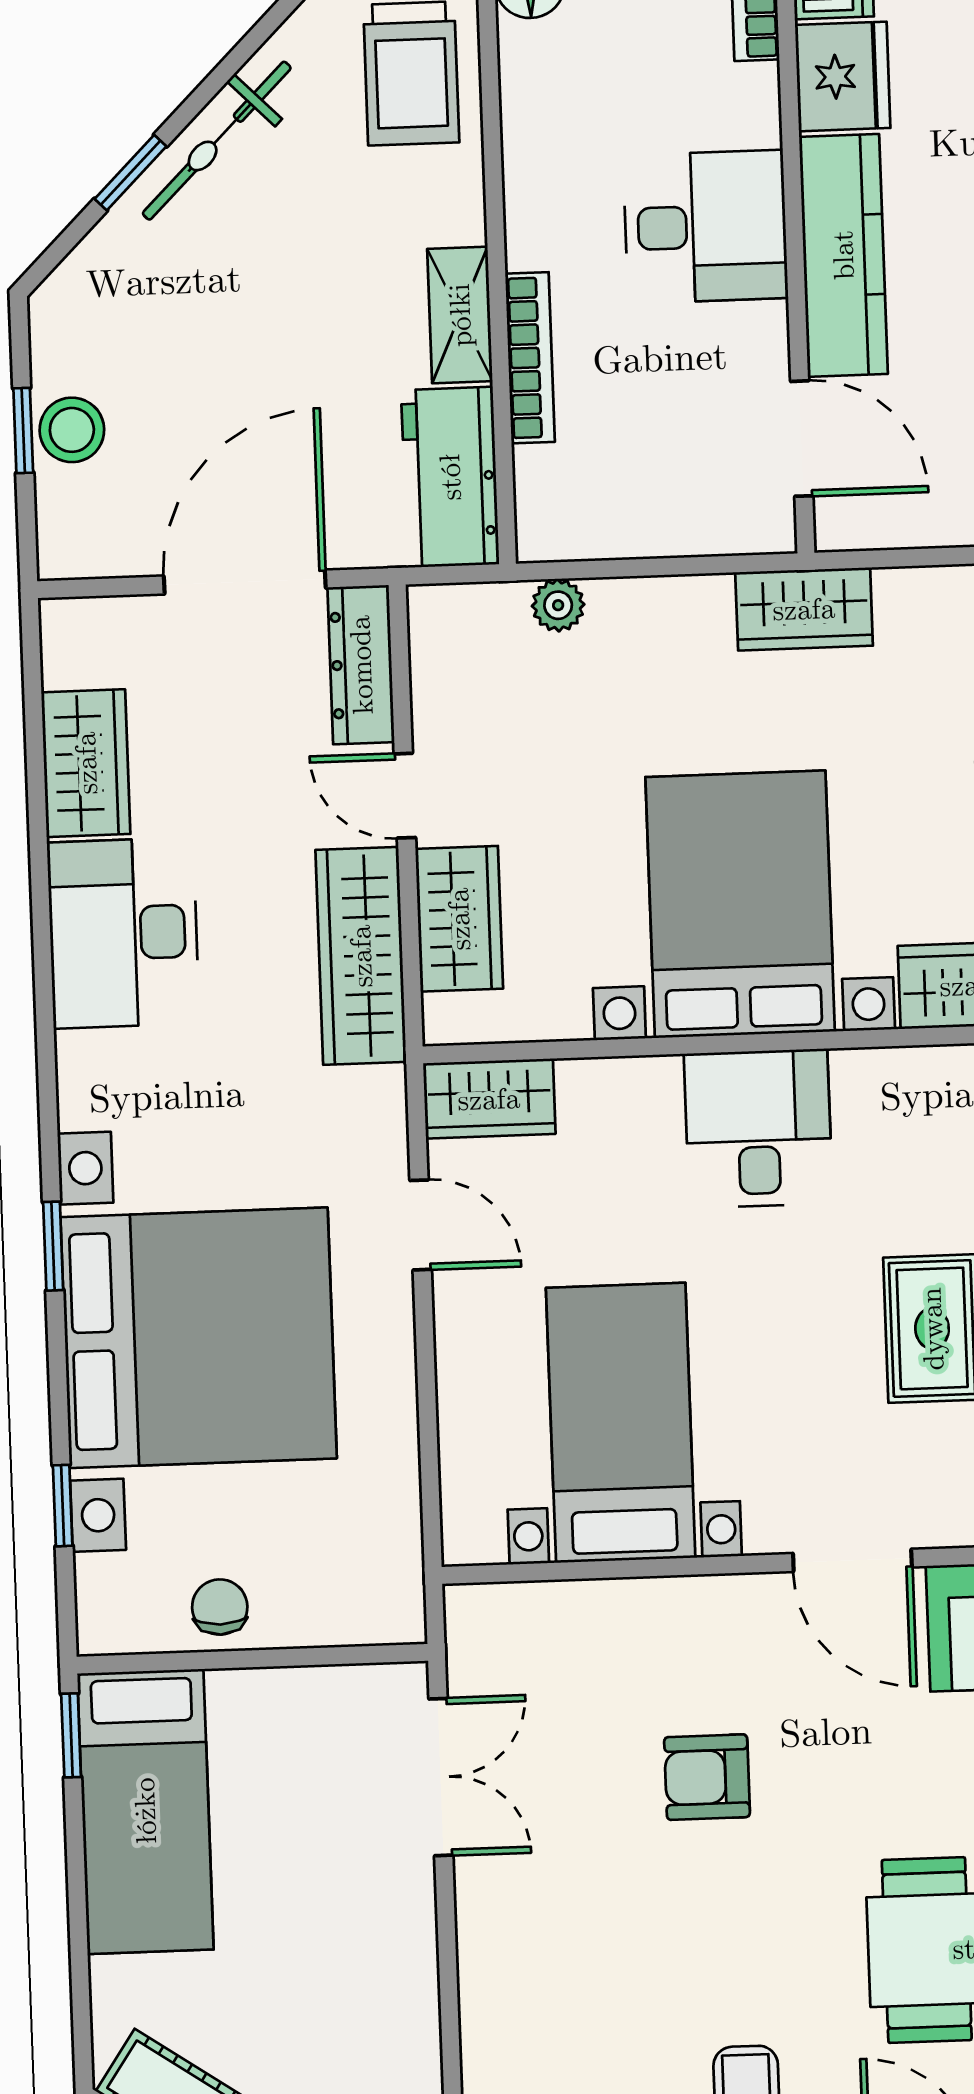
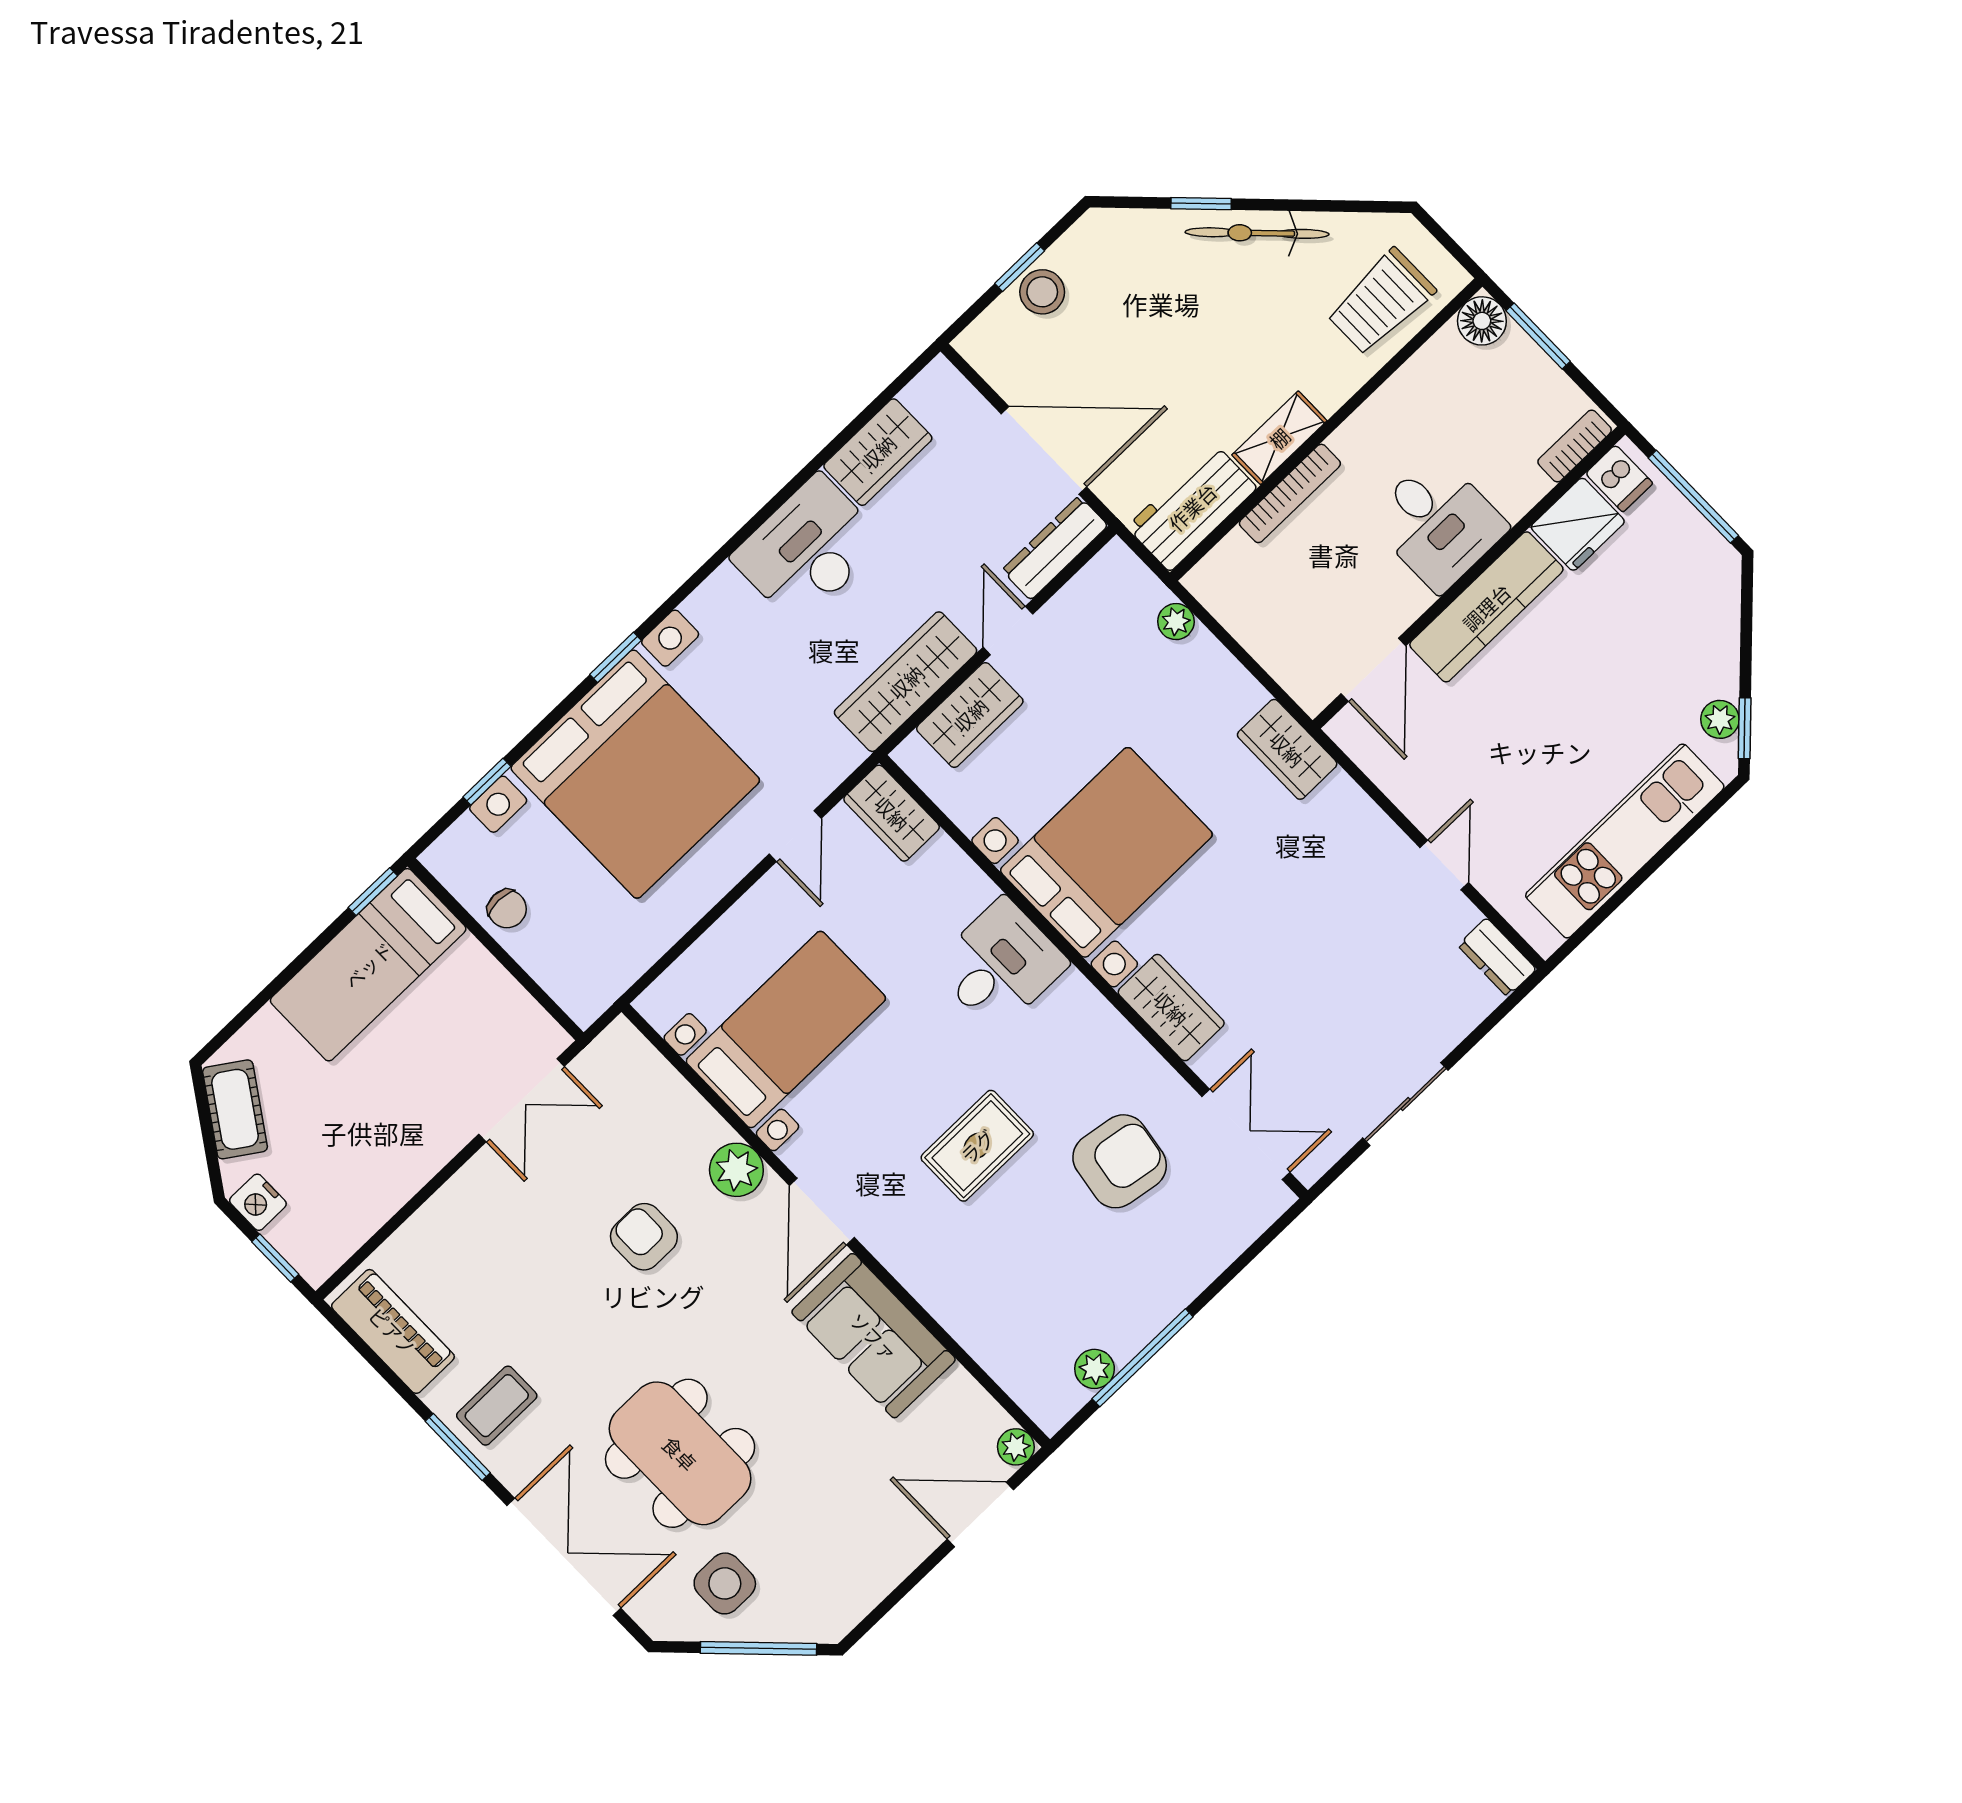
chair: (220, 1607) -> (507, 909), turned 90
plant: (725, 1612) -> (736, 1170), added

